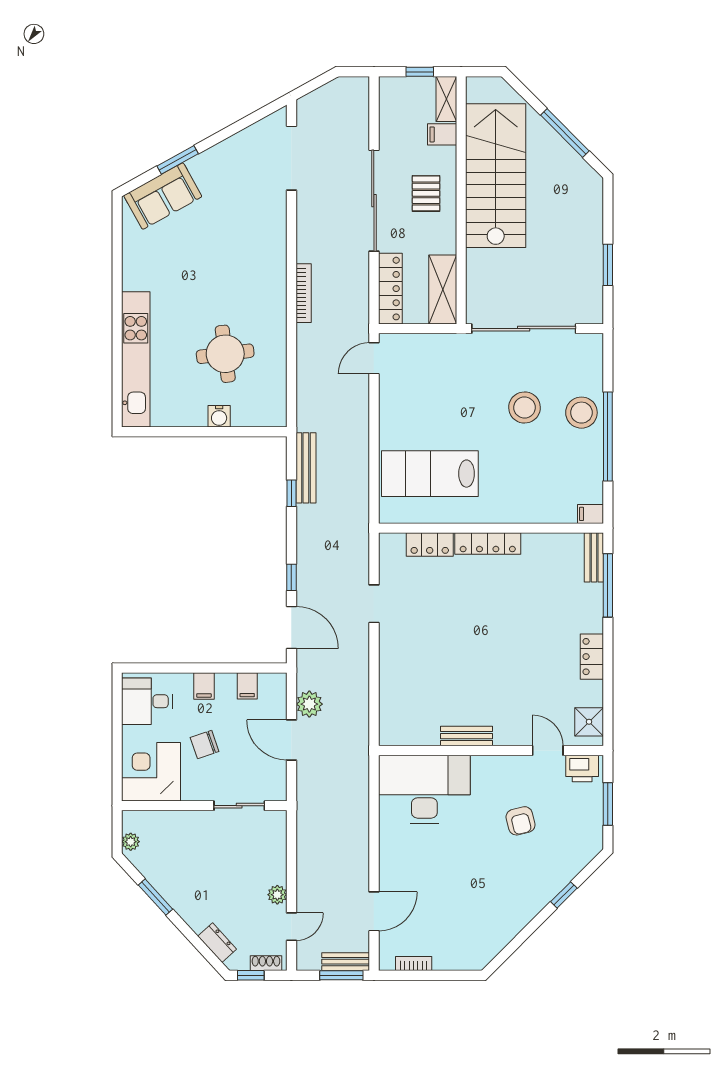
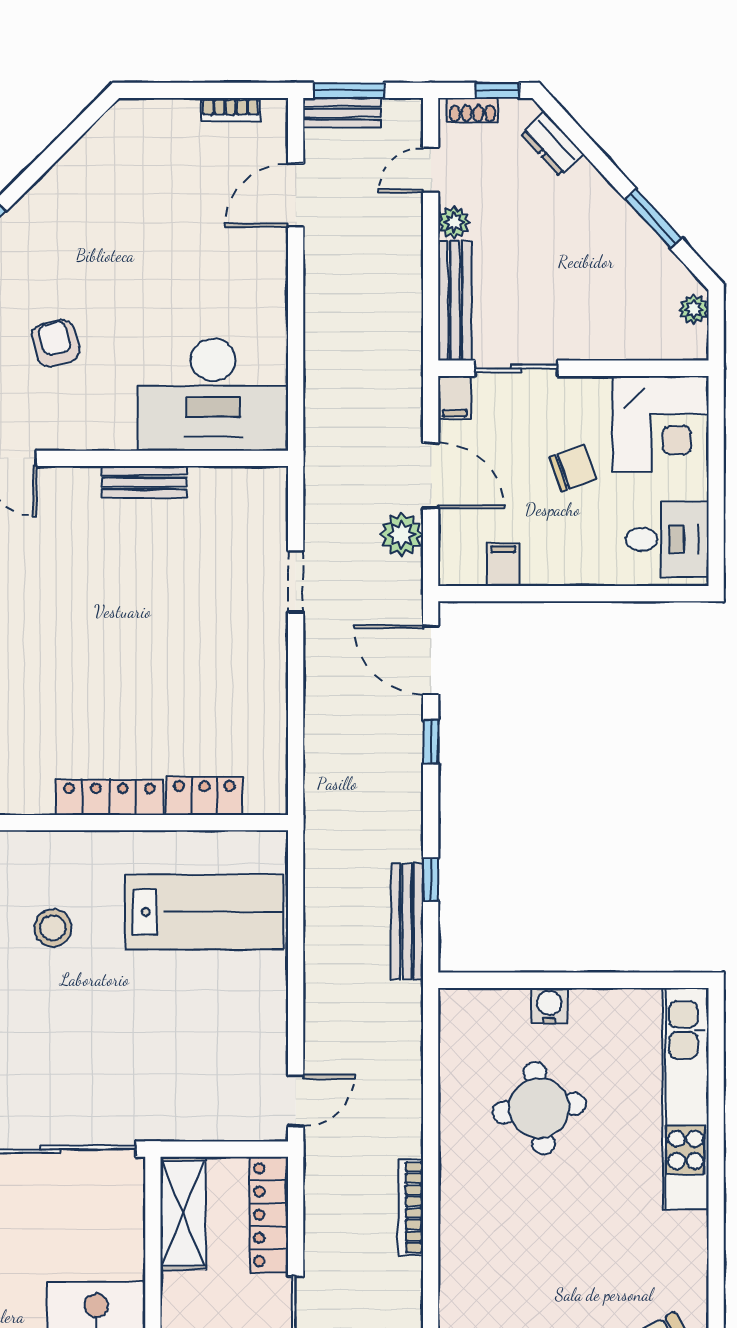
stool: (525, 408) -> (53, 928), moved, width x0.73, depth x0.73
doorway: (374, 604) -> (296, 582), moved
filing cabinet: (204, 686) -> (455, 398), moved, turned 180
bench: (277, 847) -> (455, 301), added

